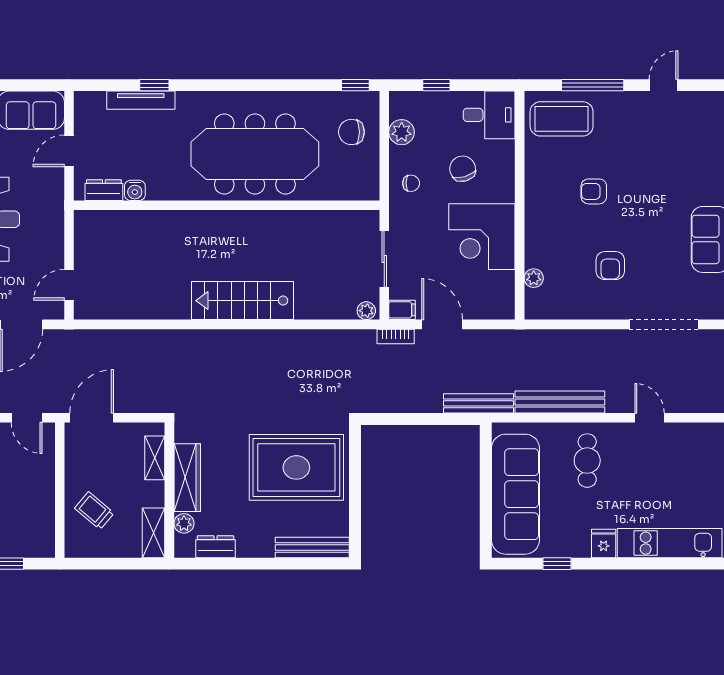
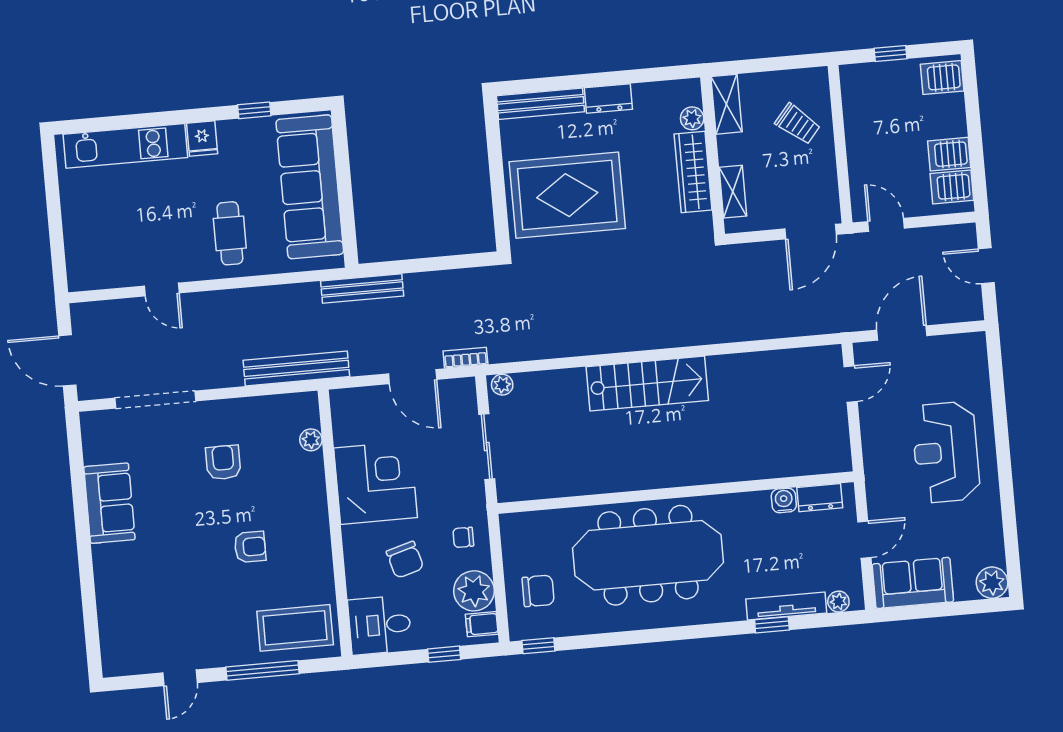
plant: (96, 100) -> (838, 602), added
plant: (402, 132) -> (474, 591), width x1.36, depth x1.36
filing cabinet: (402, 310) -> (482, 624), moved
bench: (560, 402) -> (296, 368), moved
dresser: (215, 547) -> (608, 98), moved

